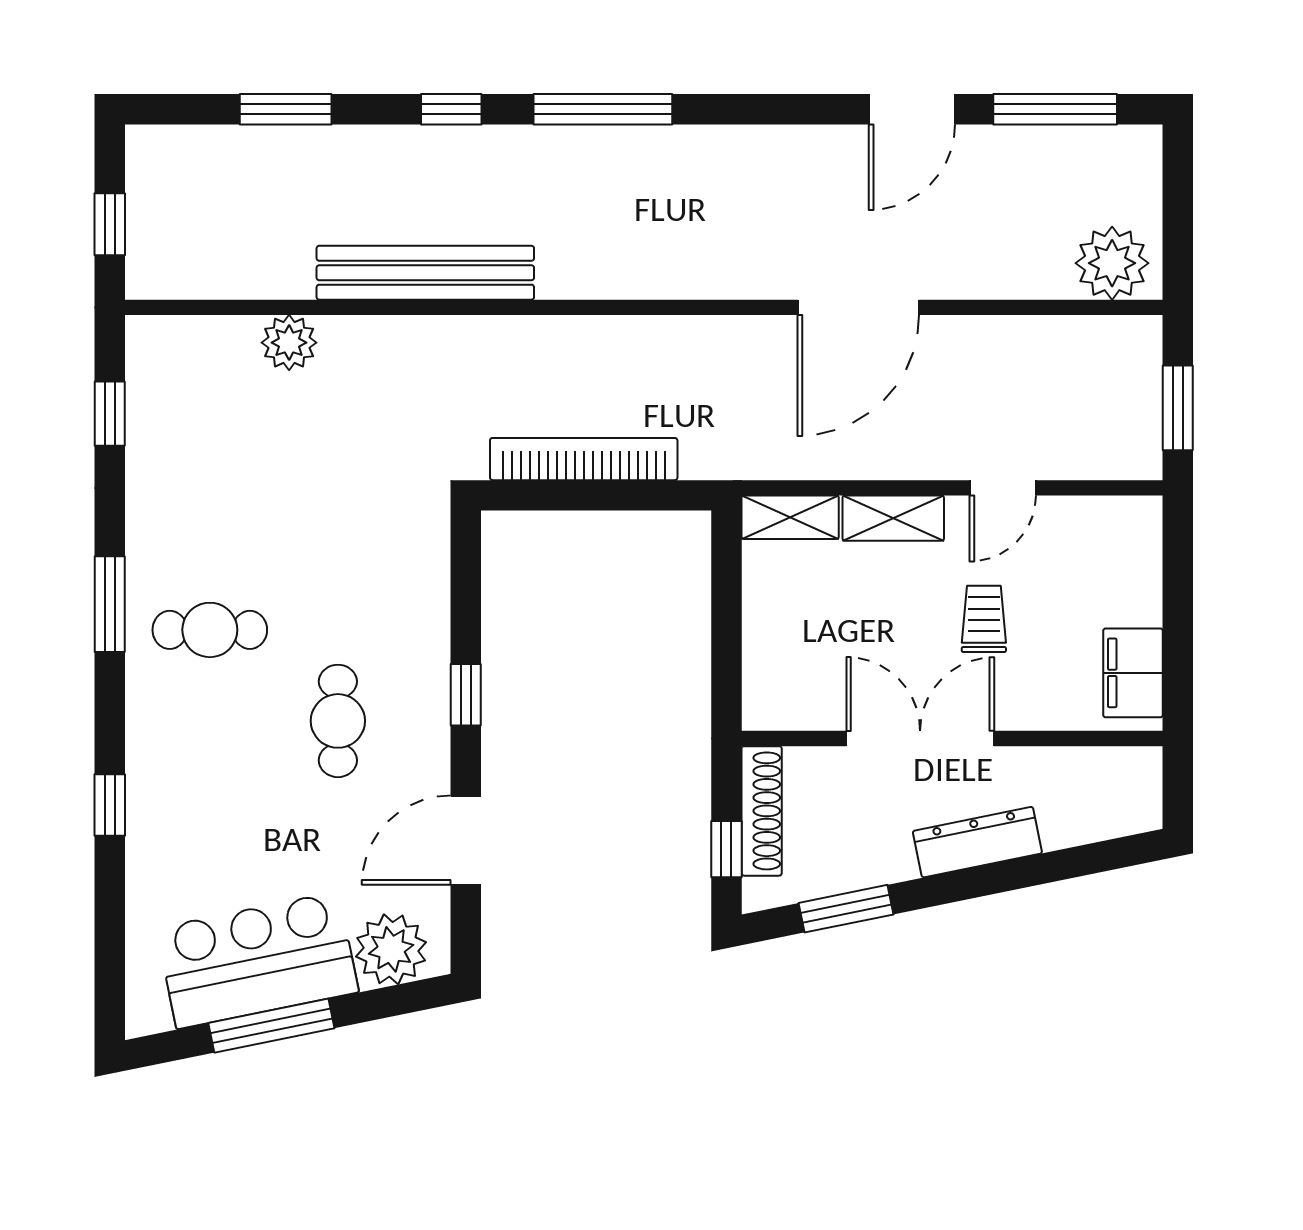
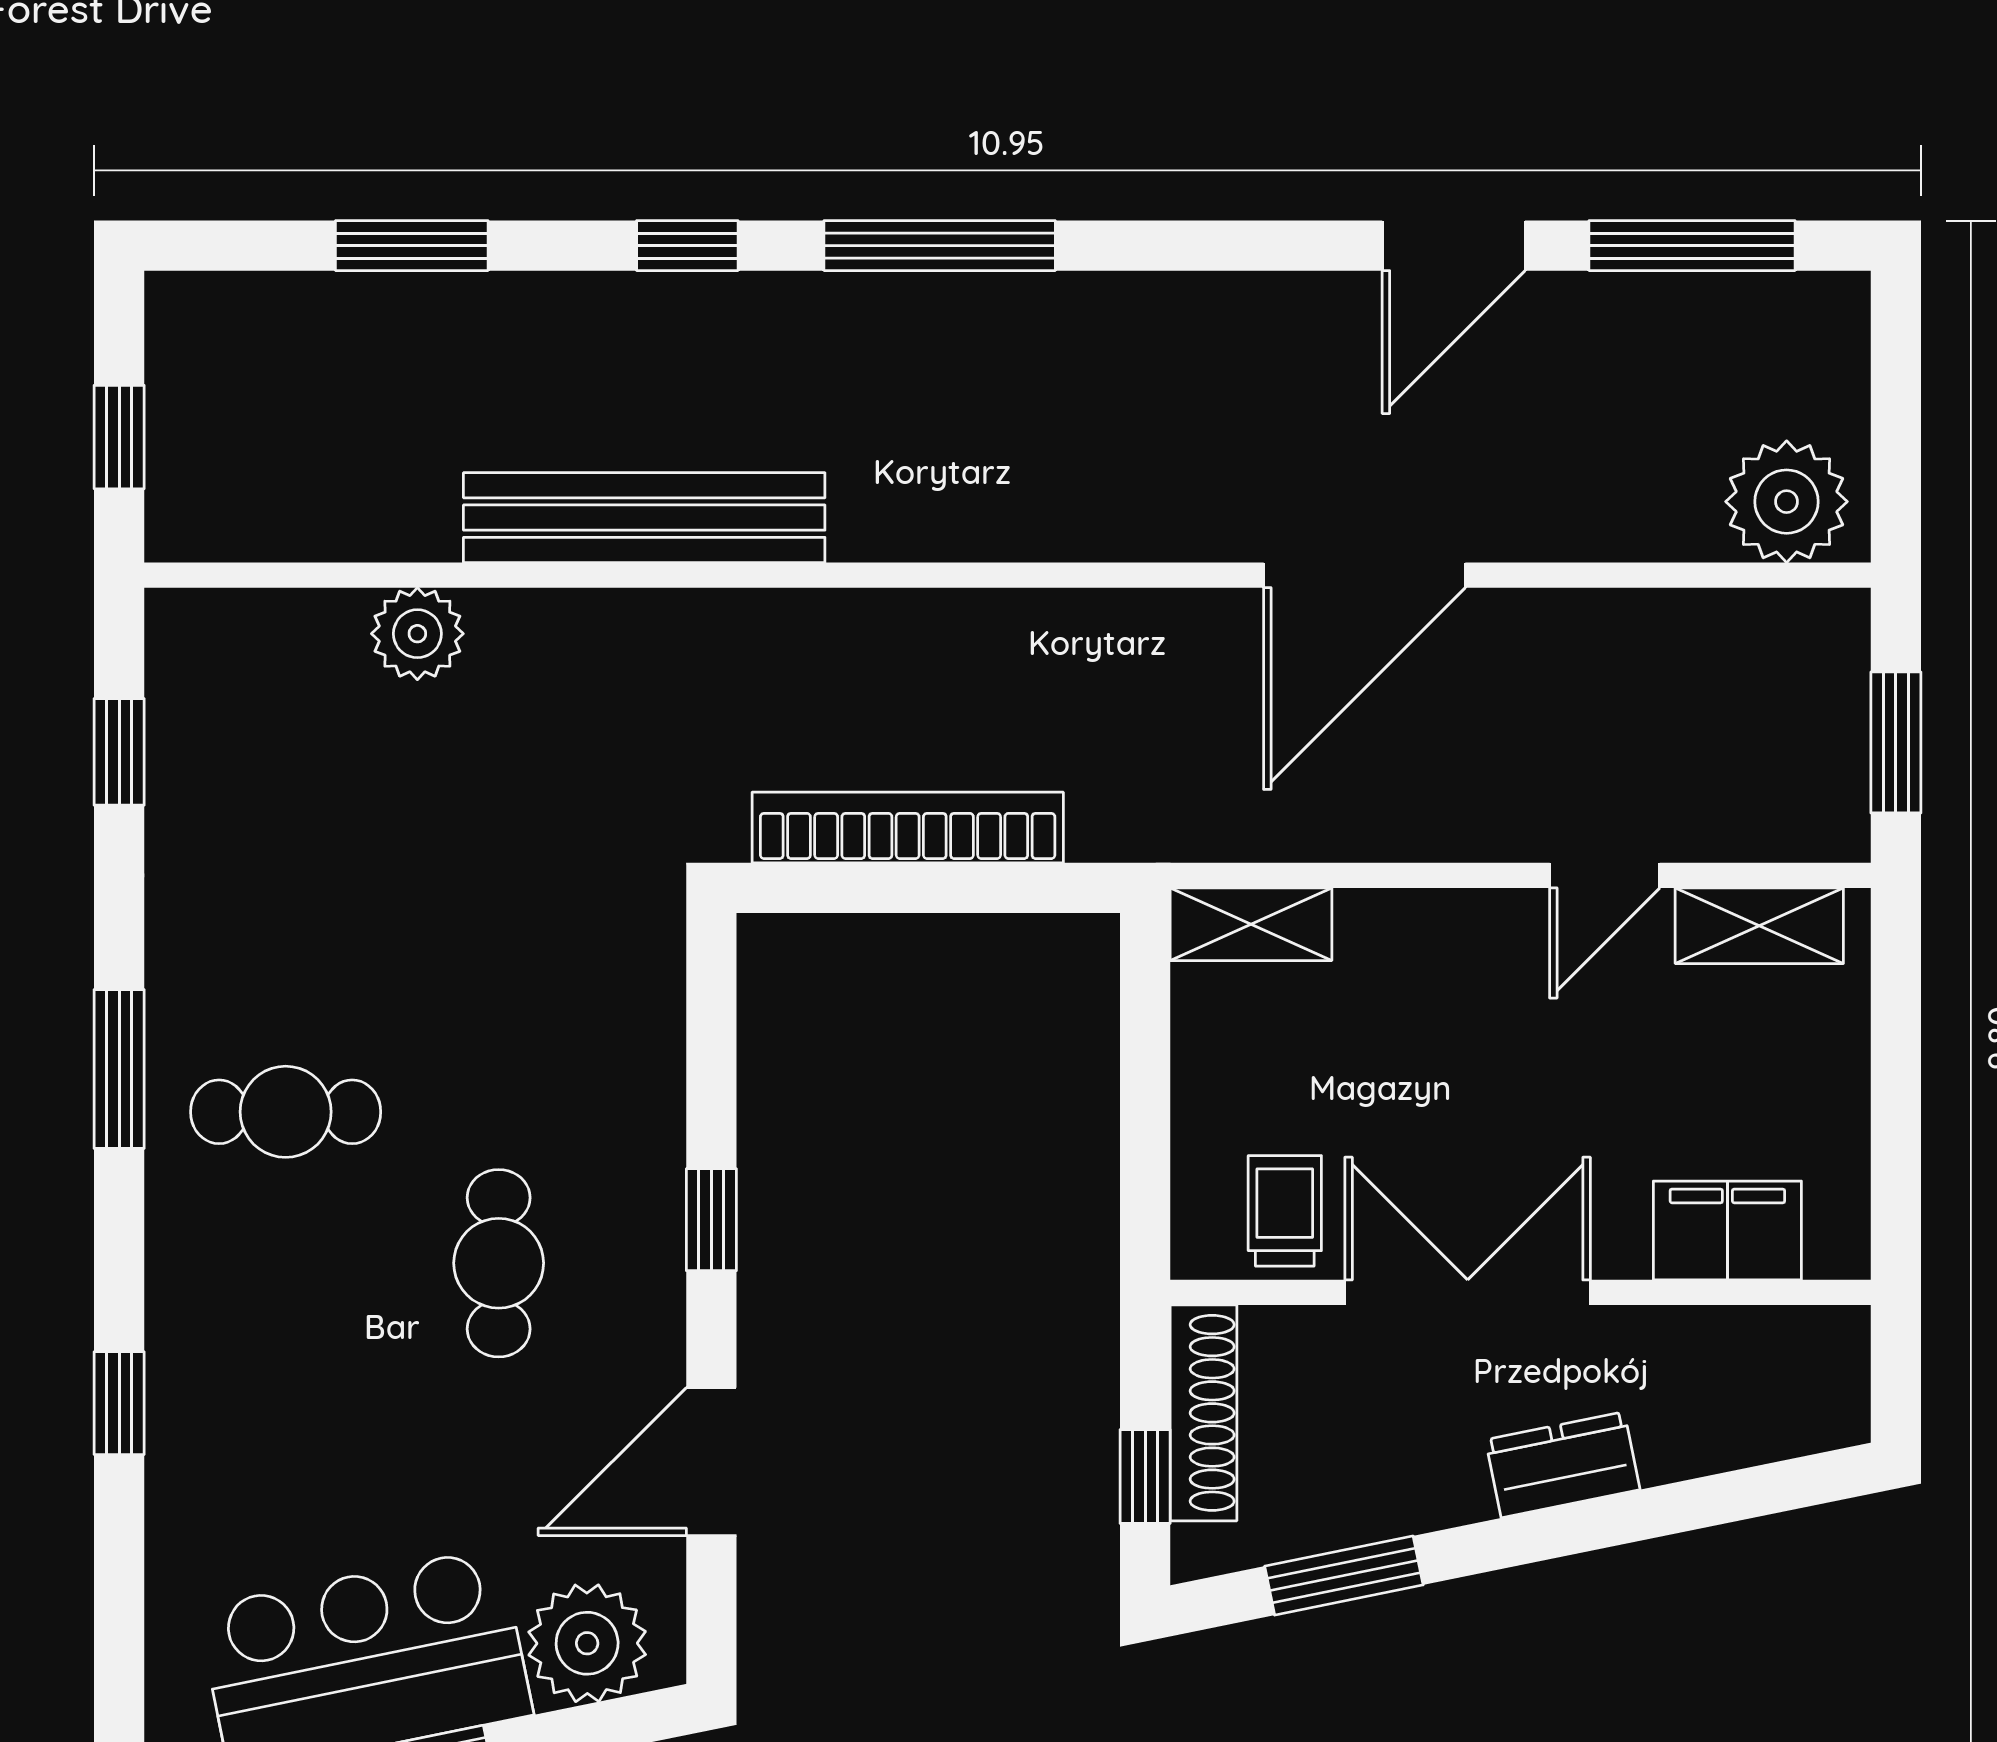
shelving: (893, 518) -> (1759, 926), moved
trolley: (984, 619) -> (1285, 1211), moved
filing cabinet: (1133, 673) -> (1727, 1231), moved, turned 90
dresser: (977, 842) -> (1563, 1465), width x0.70

